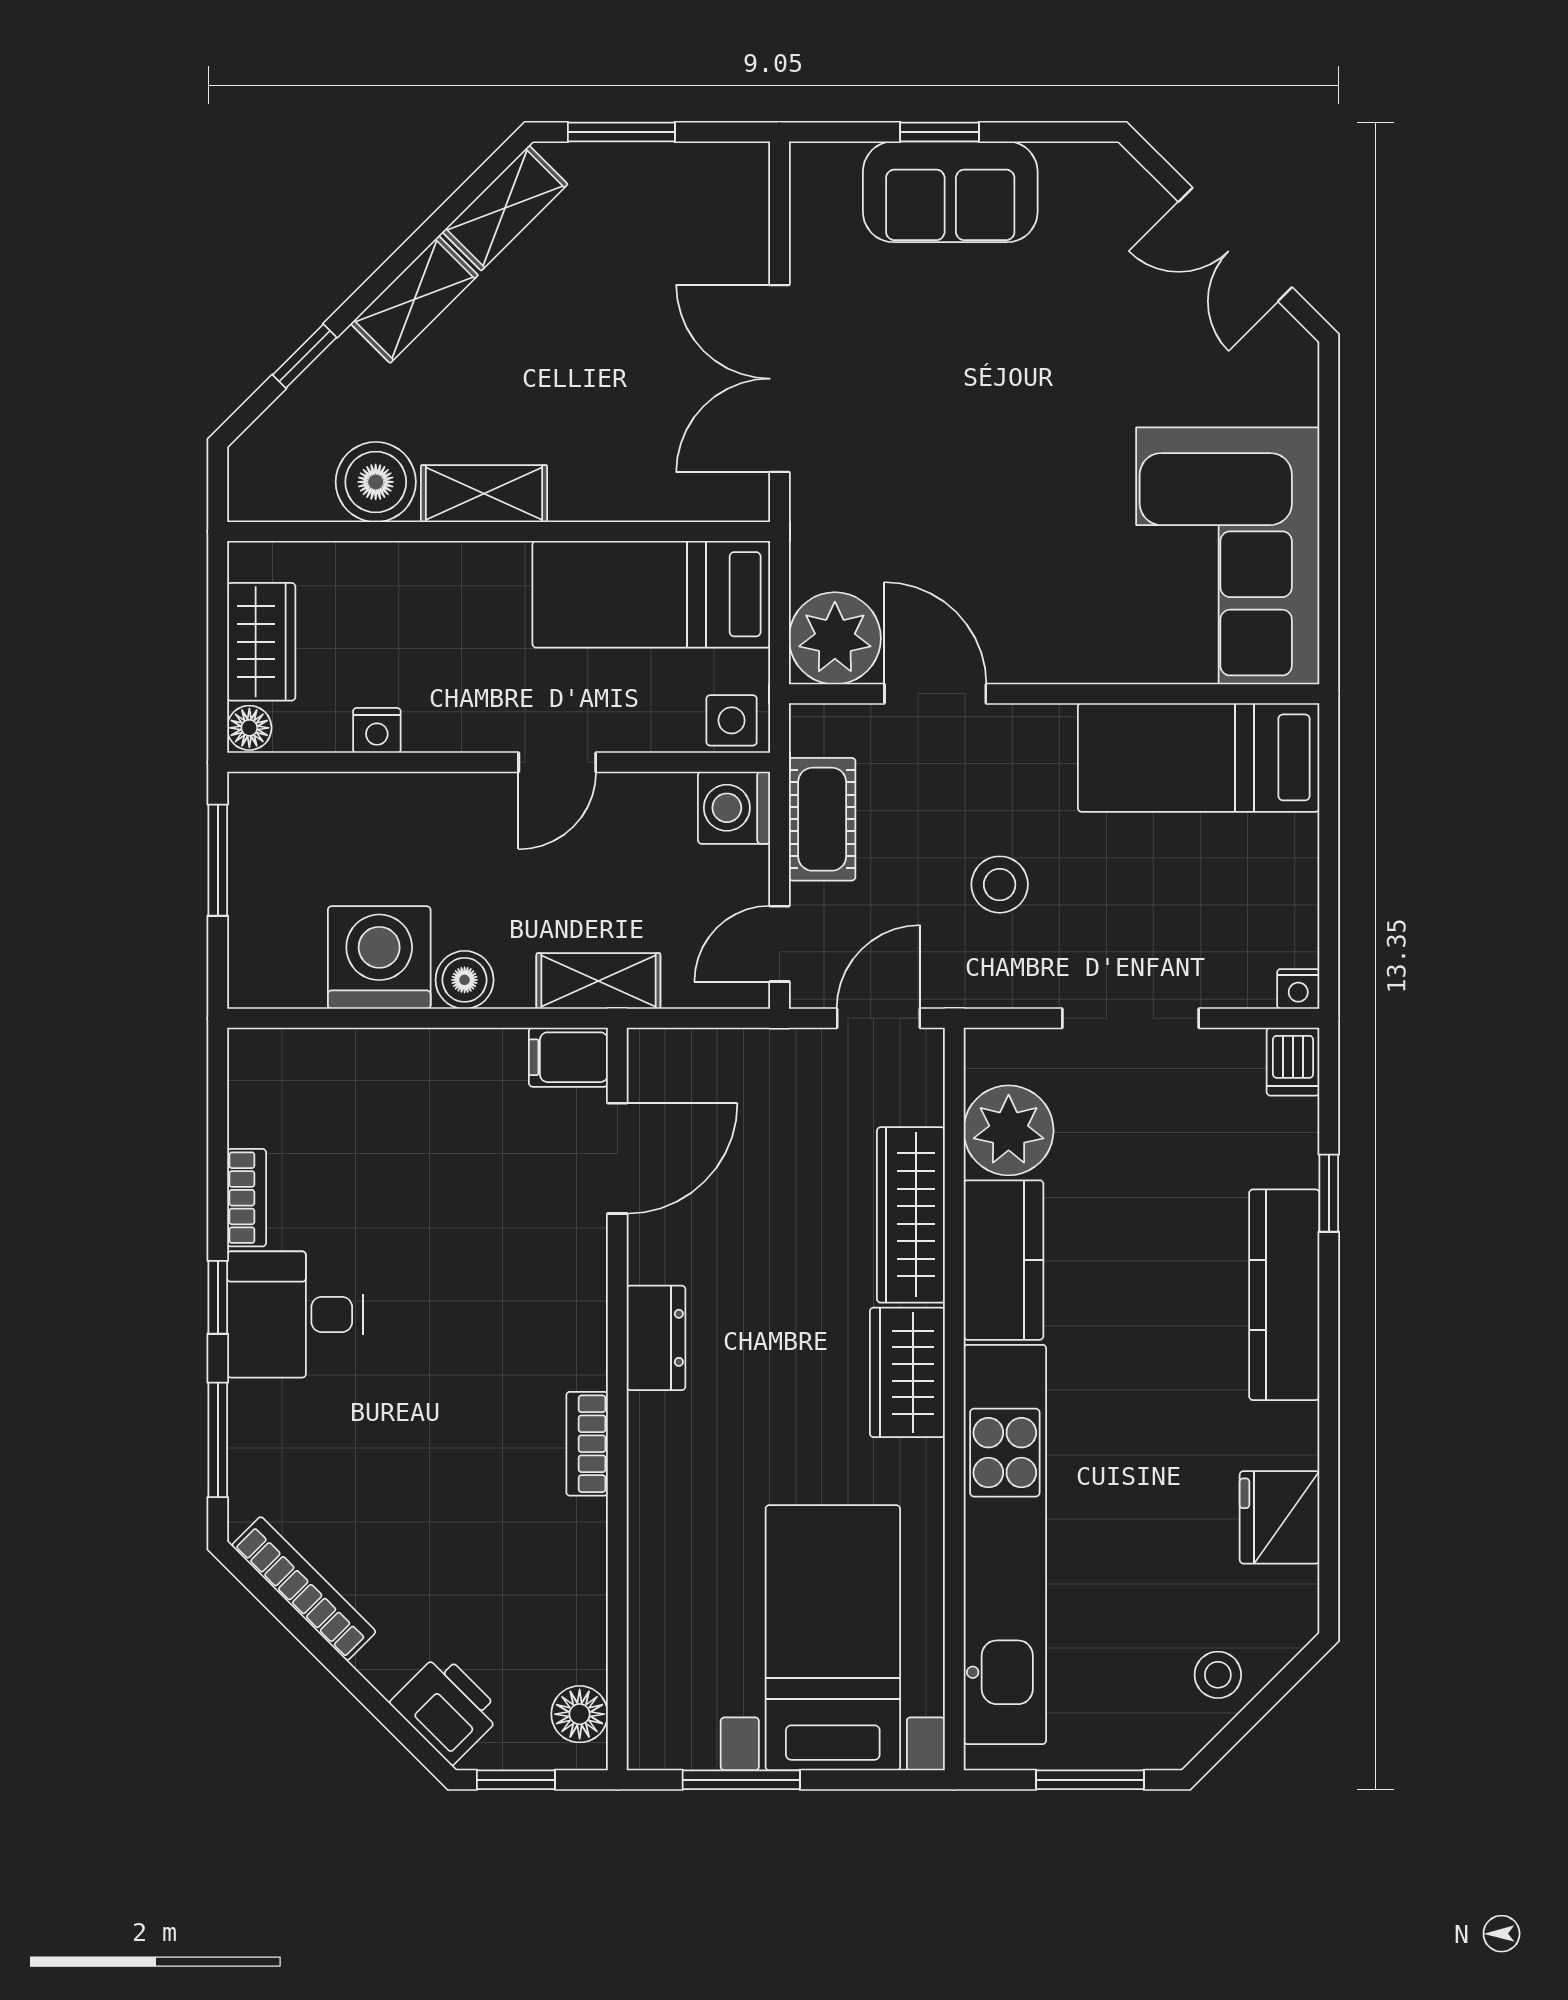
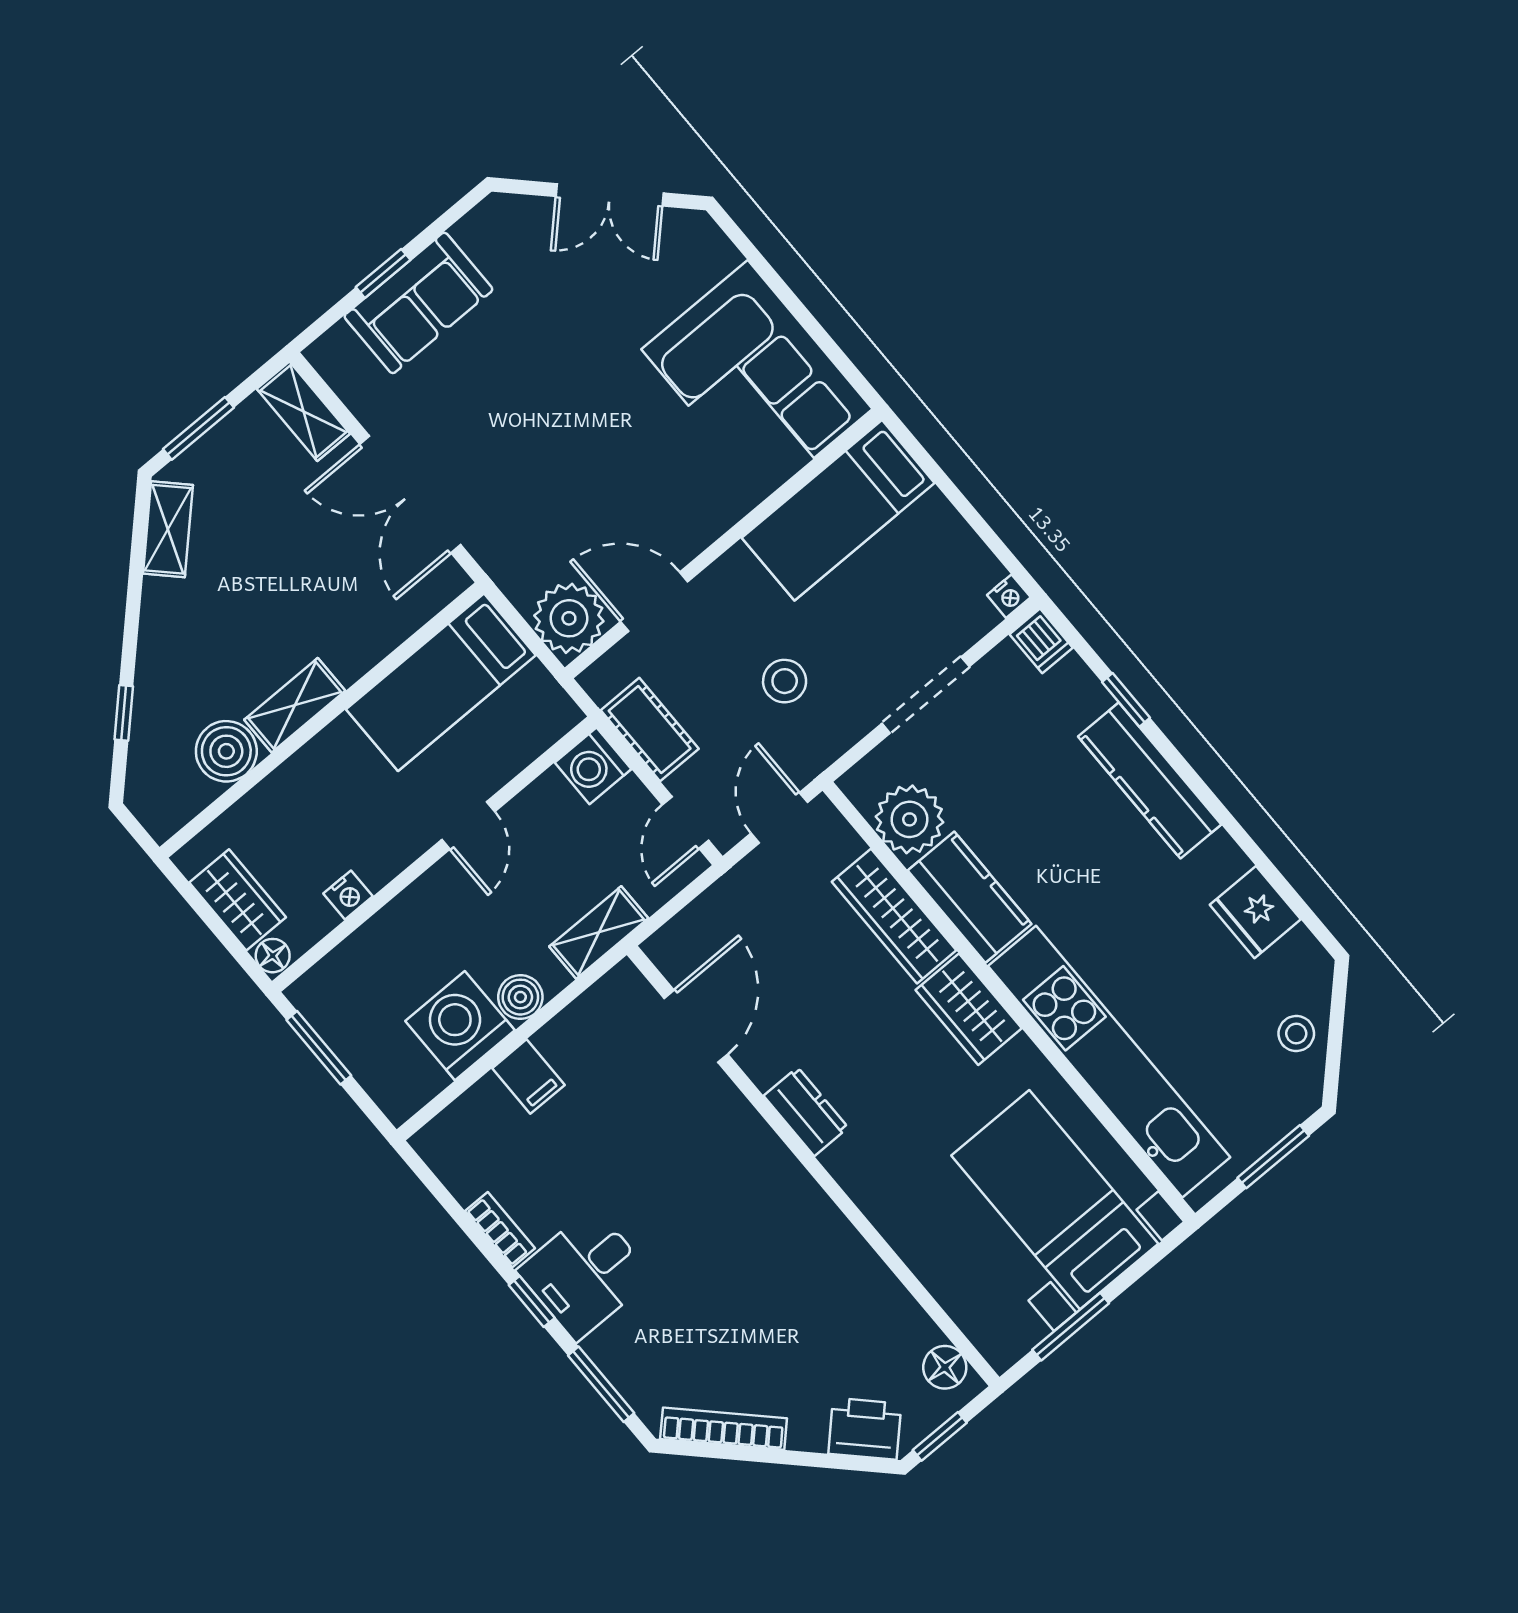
shelving: (414, 299) -> (303, 411), moved, turned -45
side table: (732, 720) -> (549, 716), removed
filing cabinet: (568, 1057) -> (528, 1077), moved, turned -90
bookcase: (587, 1444) -> (817, 1207), removed

